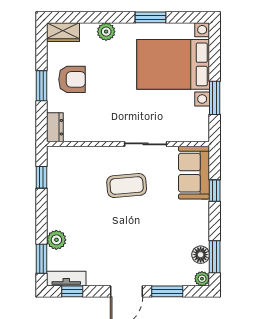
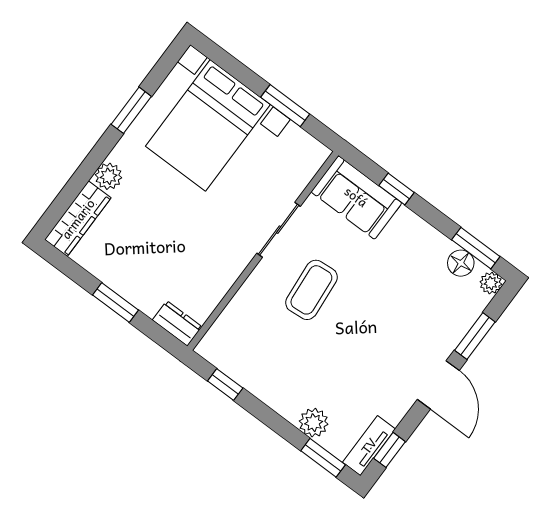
wardrobe: (63, 32) -> (78, 219), width x1.50
armchair: (72, 79) -> (135, 260), removed

